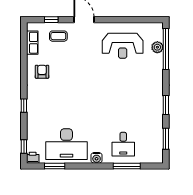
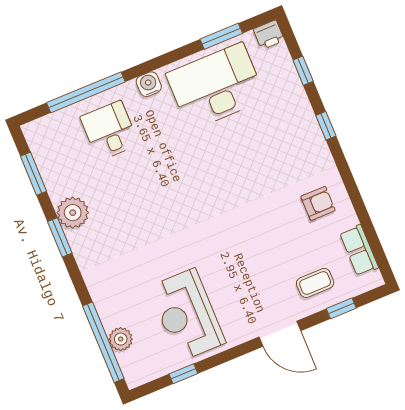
window: (135, 20) -> (183, 374), added
reception desk: (123, 46) -> (187, 315), turned -90
armchair: (42, 72) -> (318, 203), turned -90
plant: (155, 114) -> (73, 213), added
window: (24, 146) -> (303, 71), moved
window: (127, 166) -> (86, 92), width x1.46

